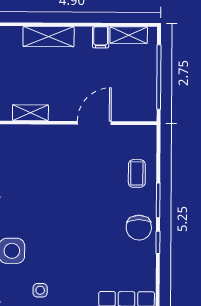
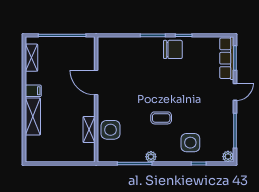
filing cabinet: (101, 37) -> (33, 91), moved
coffee table: (137, 173) -> (161, 118), moved
side table: (40, 290) -> (110, 130), moved, width x1.87, depth x1.87

